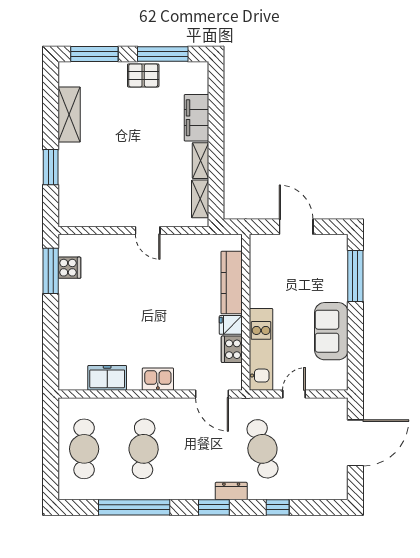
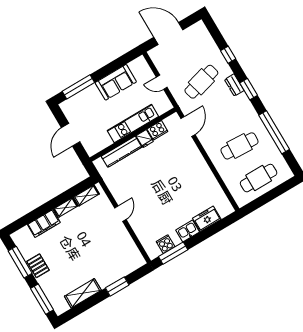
kitchen unit: (261, 349) -> (133, 123), moved
freezer: (107, 378) -> (207, 219), moved, turned 90
kitchen sink: (158, 379) -> (188, 231), moved, turned 90

